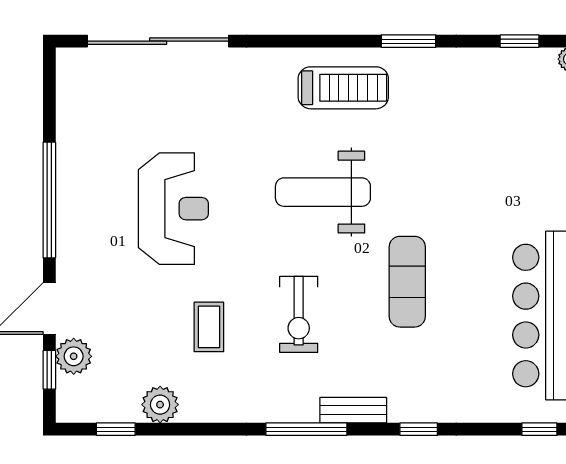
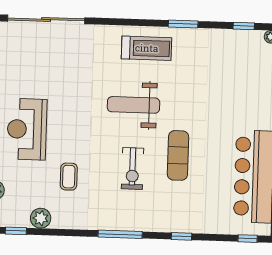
reception desk: (173, 209) -> (27, 129), moved, turned 180
exercise bike: (299, 314) -> (132, 168), moved
bench: (353, 410) -> (146, 225), removed

